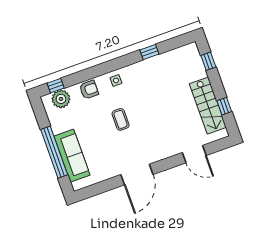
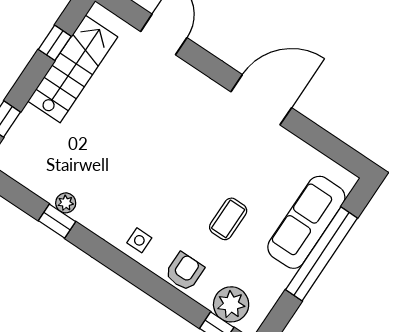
plant: (154, 61) -> (66, 203), added
armchair: (89, 90) -> (185, 272), turned 90
coffee table: (121, 119) -> (228, 219), moved

